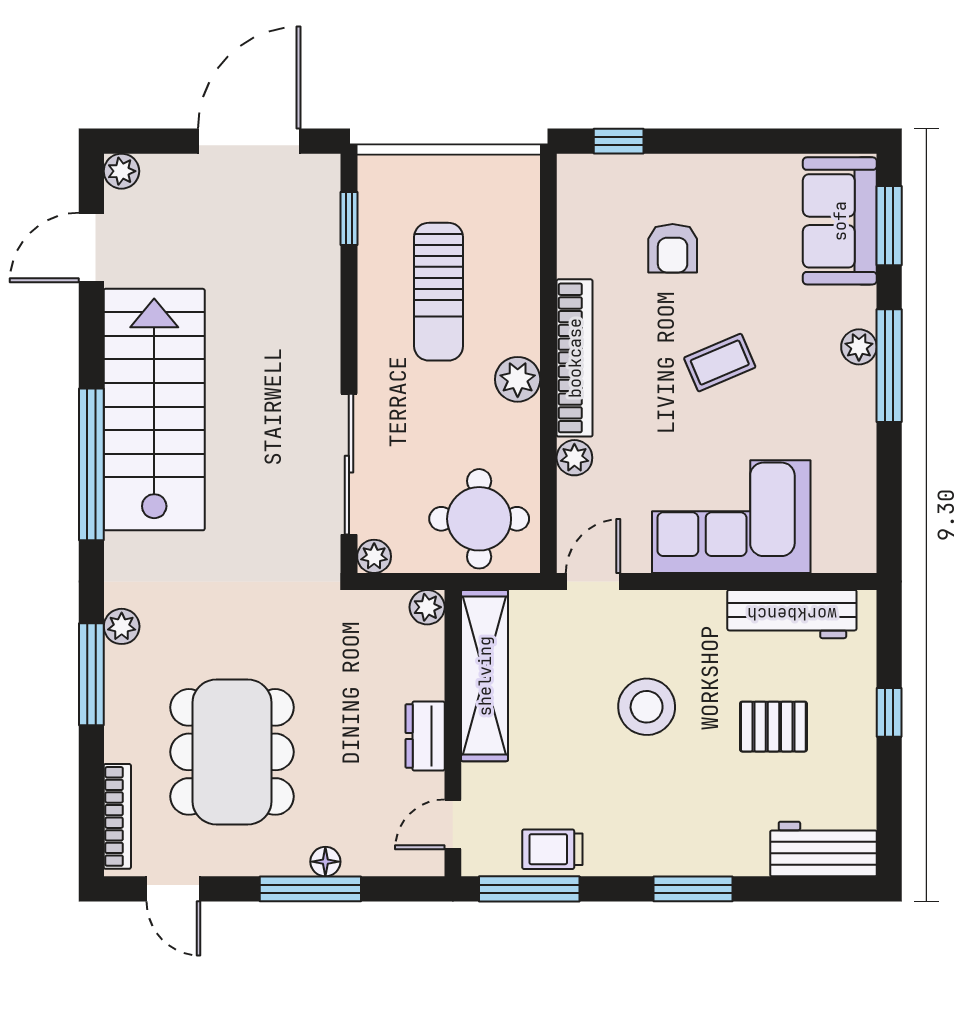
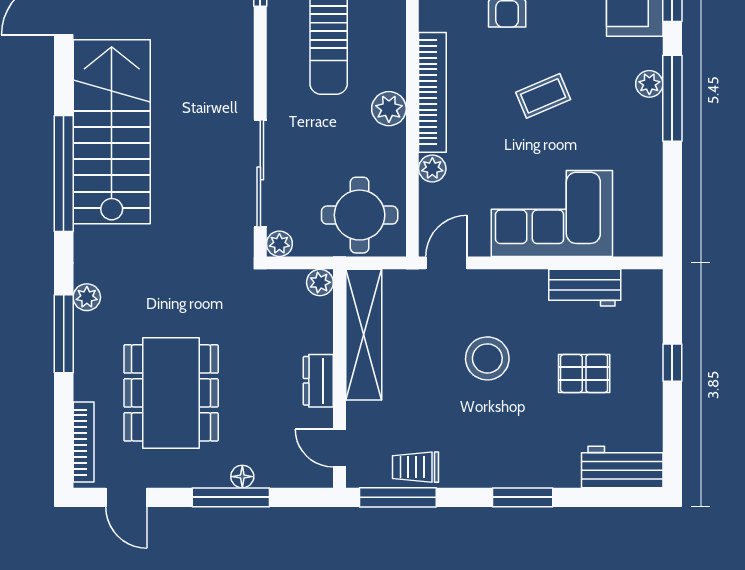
workbench: (792, 614) -> (585, 288), width x0.73
door: (453, 824) -> (339, 448), hinge flipped

